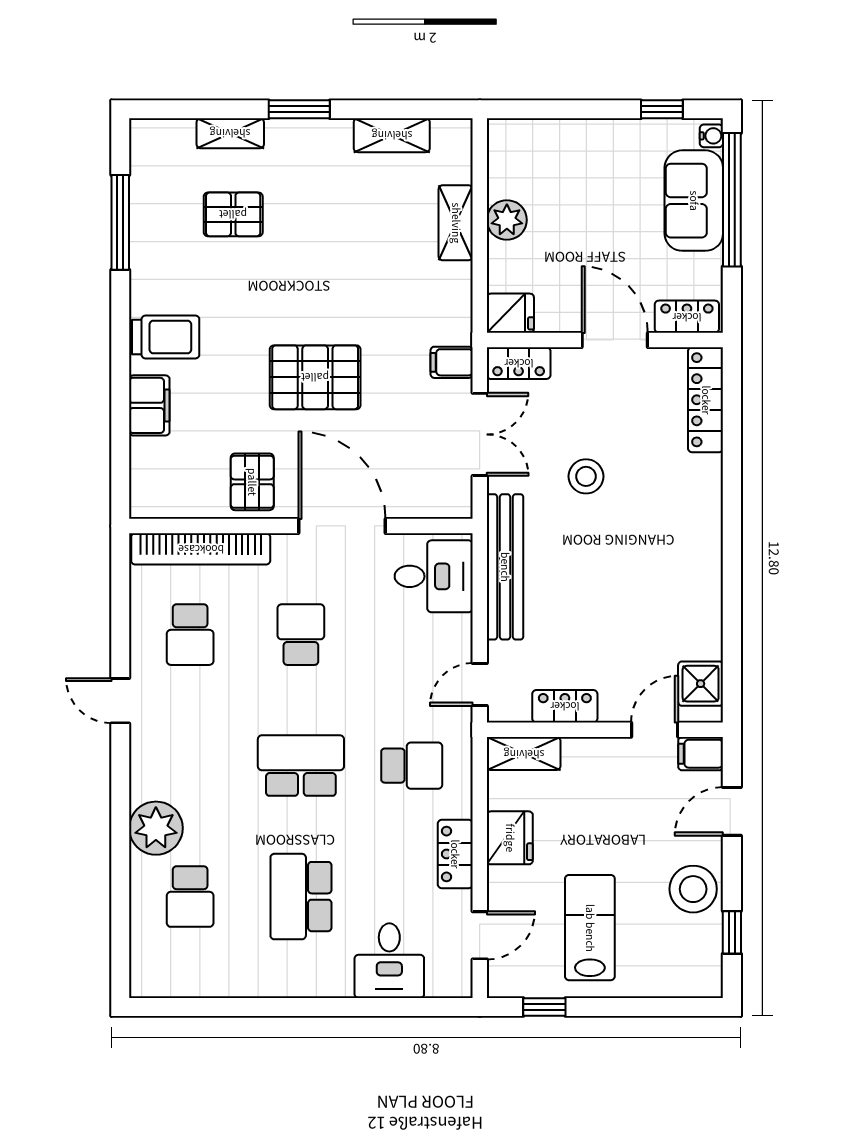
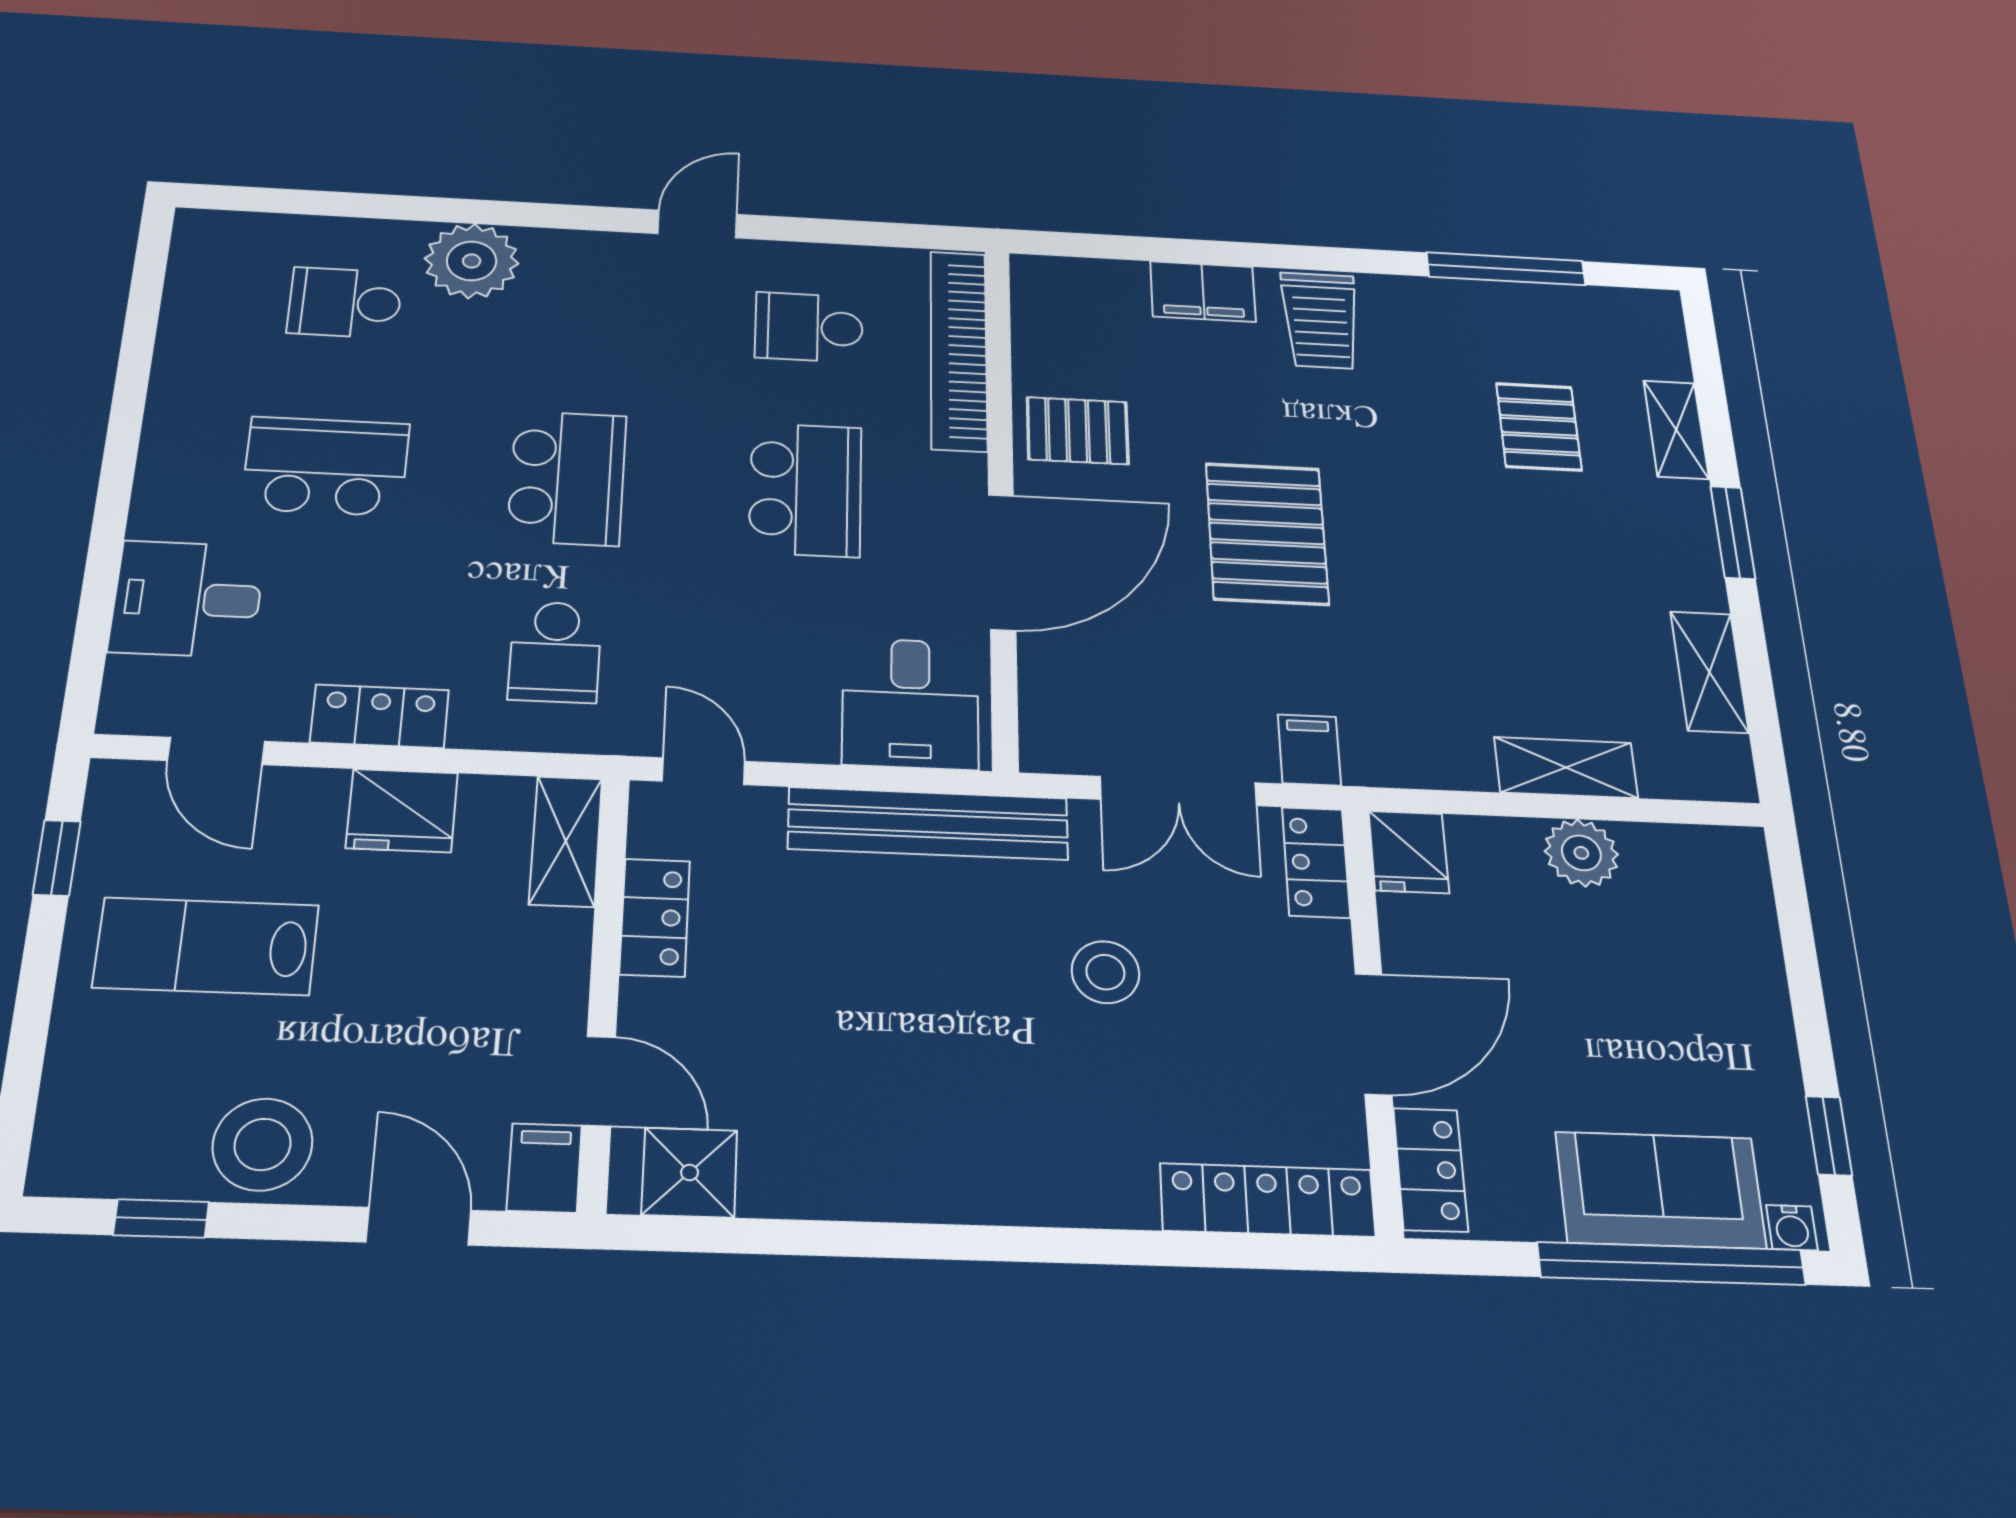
school desk: (301, 635) -> (805, 490), width x1.85
lab bench: (590, 928) -> (206, 946), turned 180

